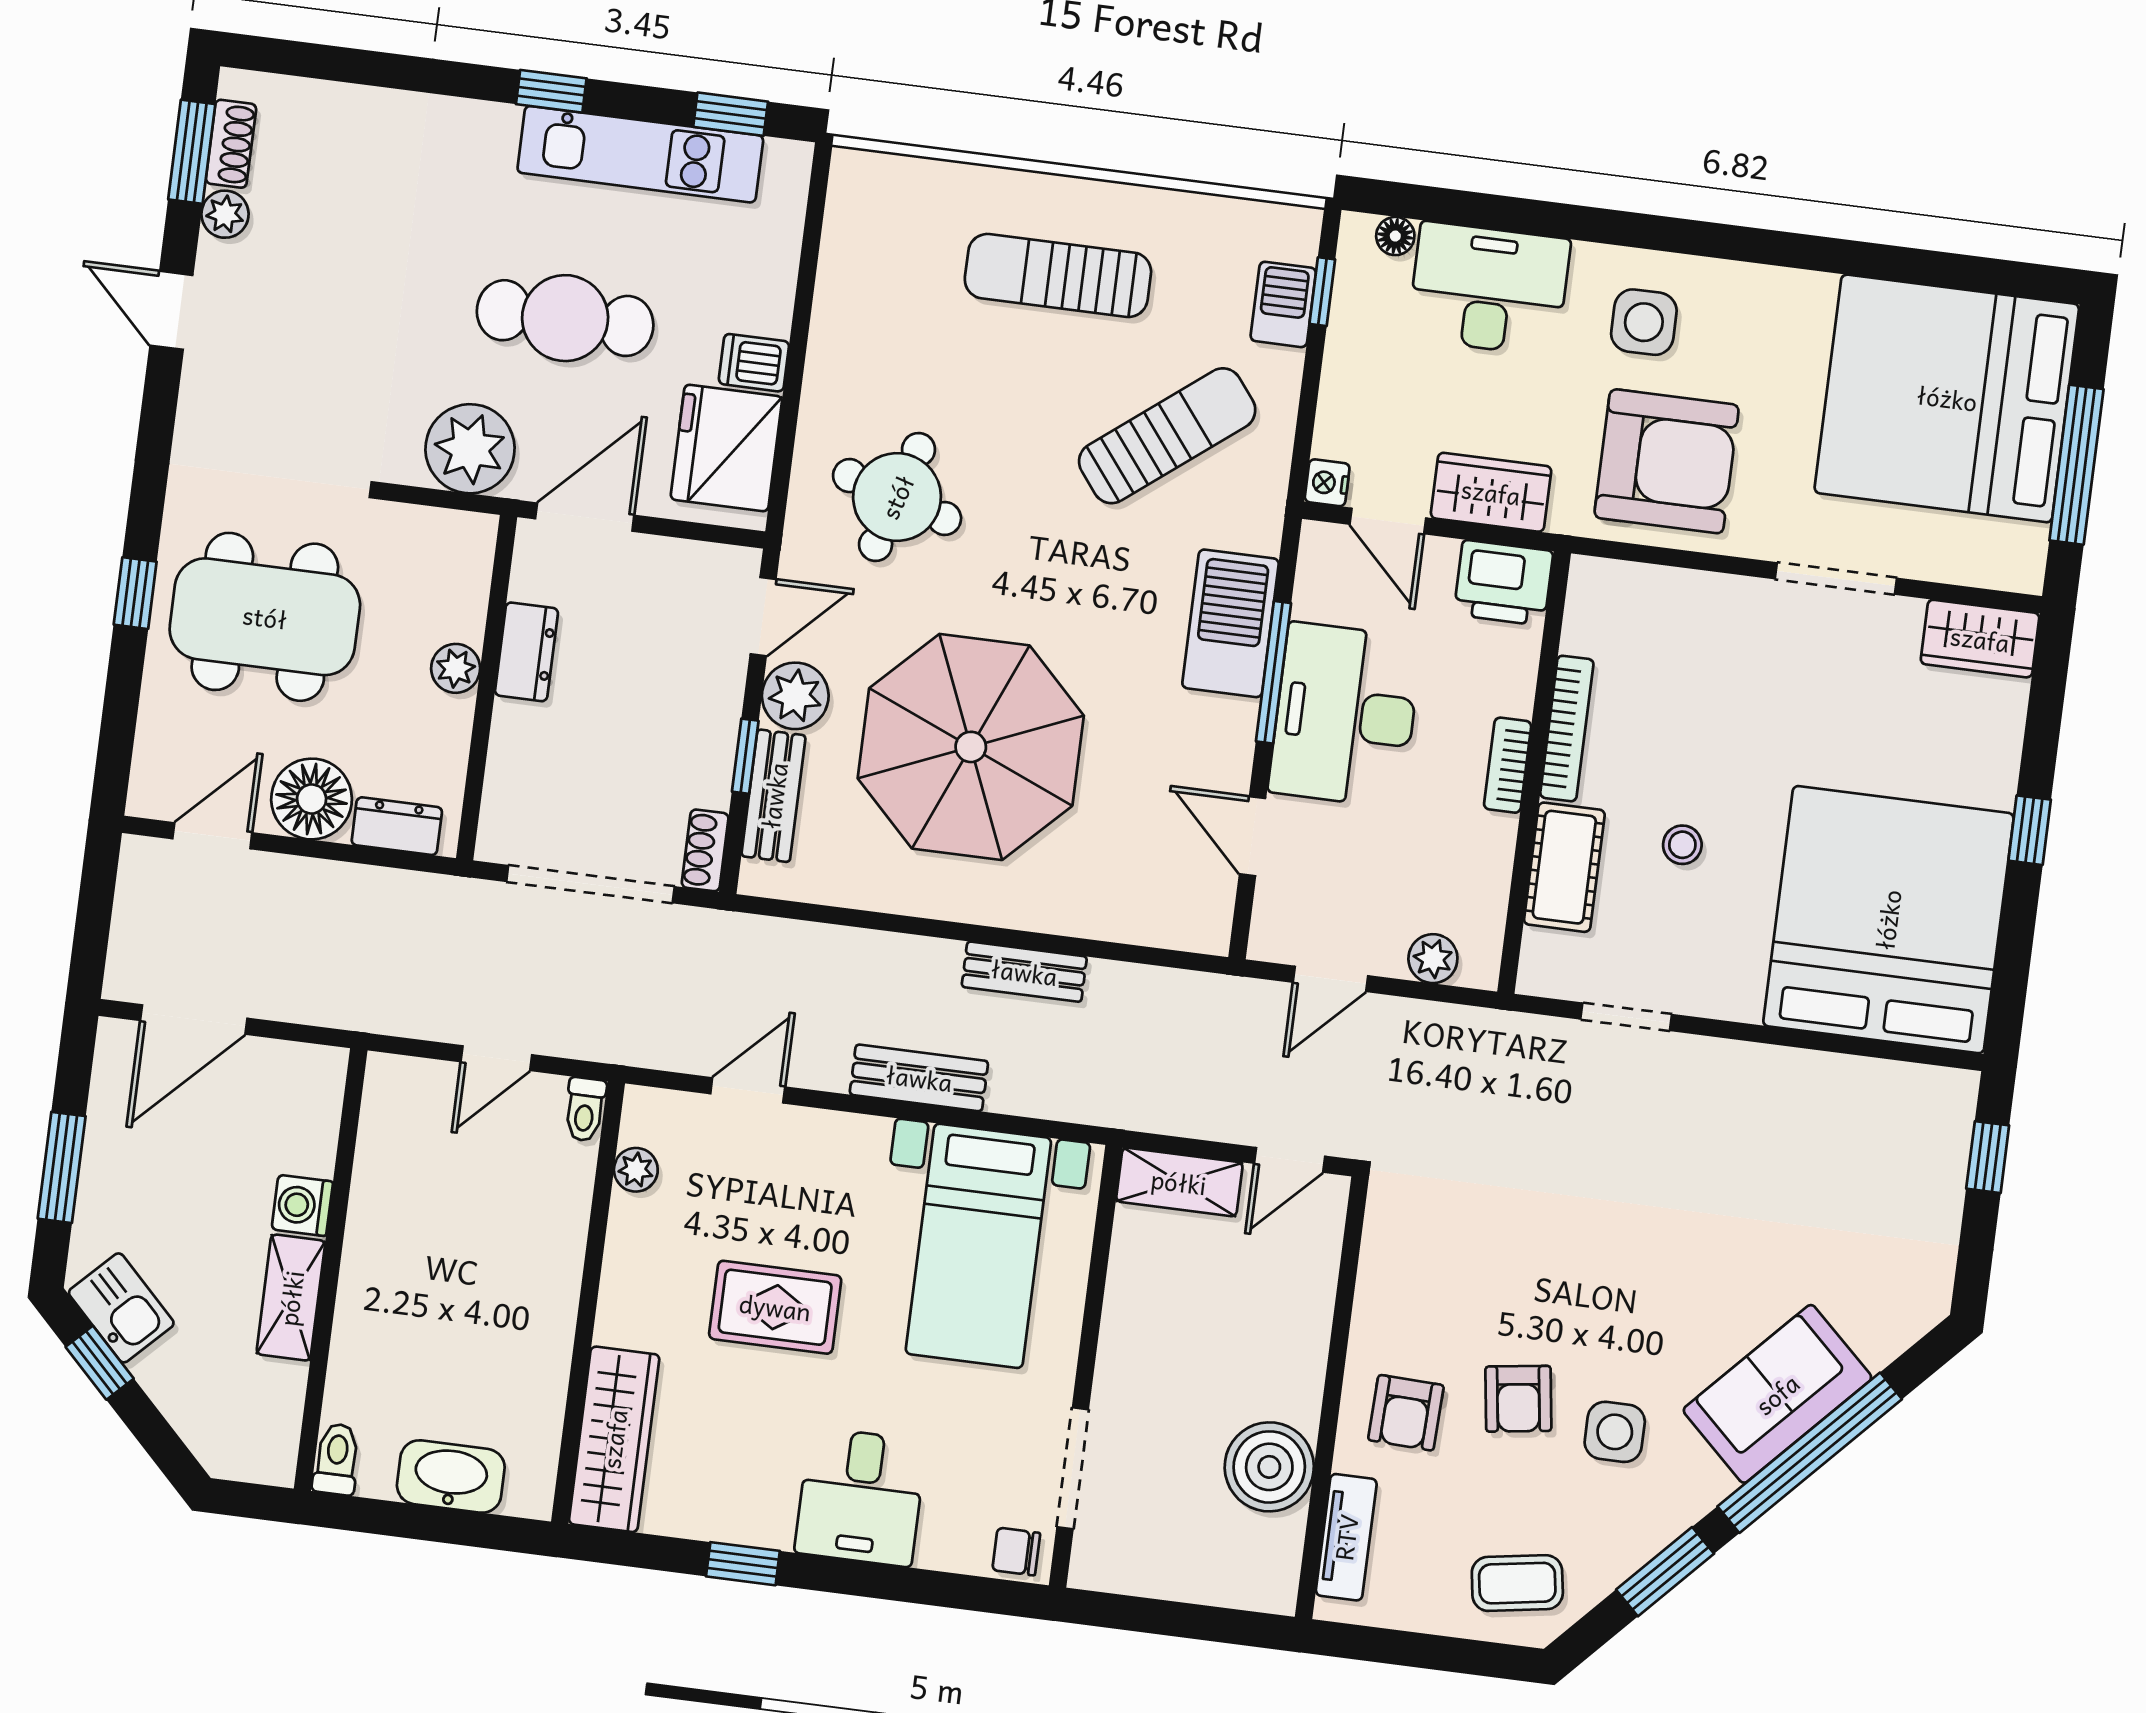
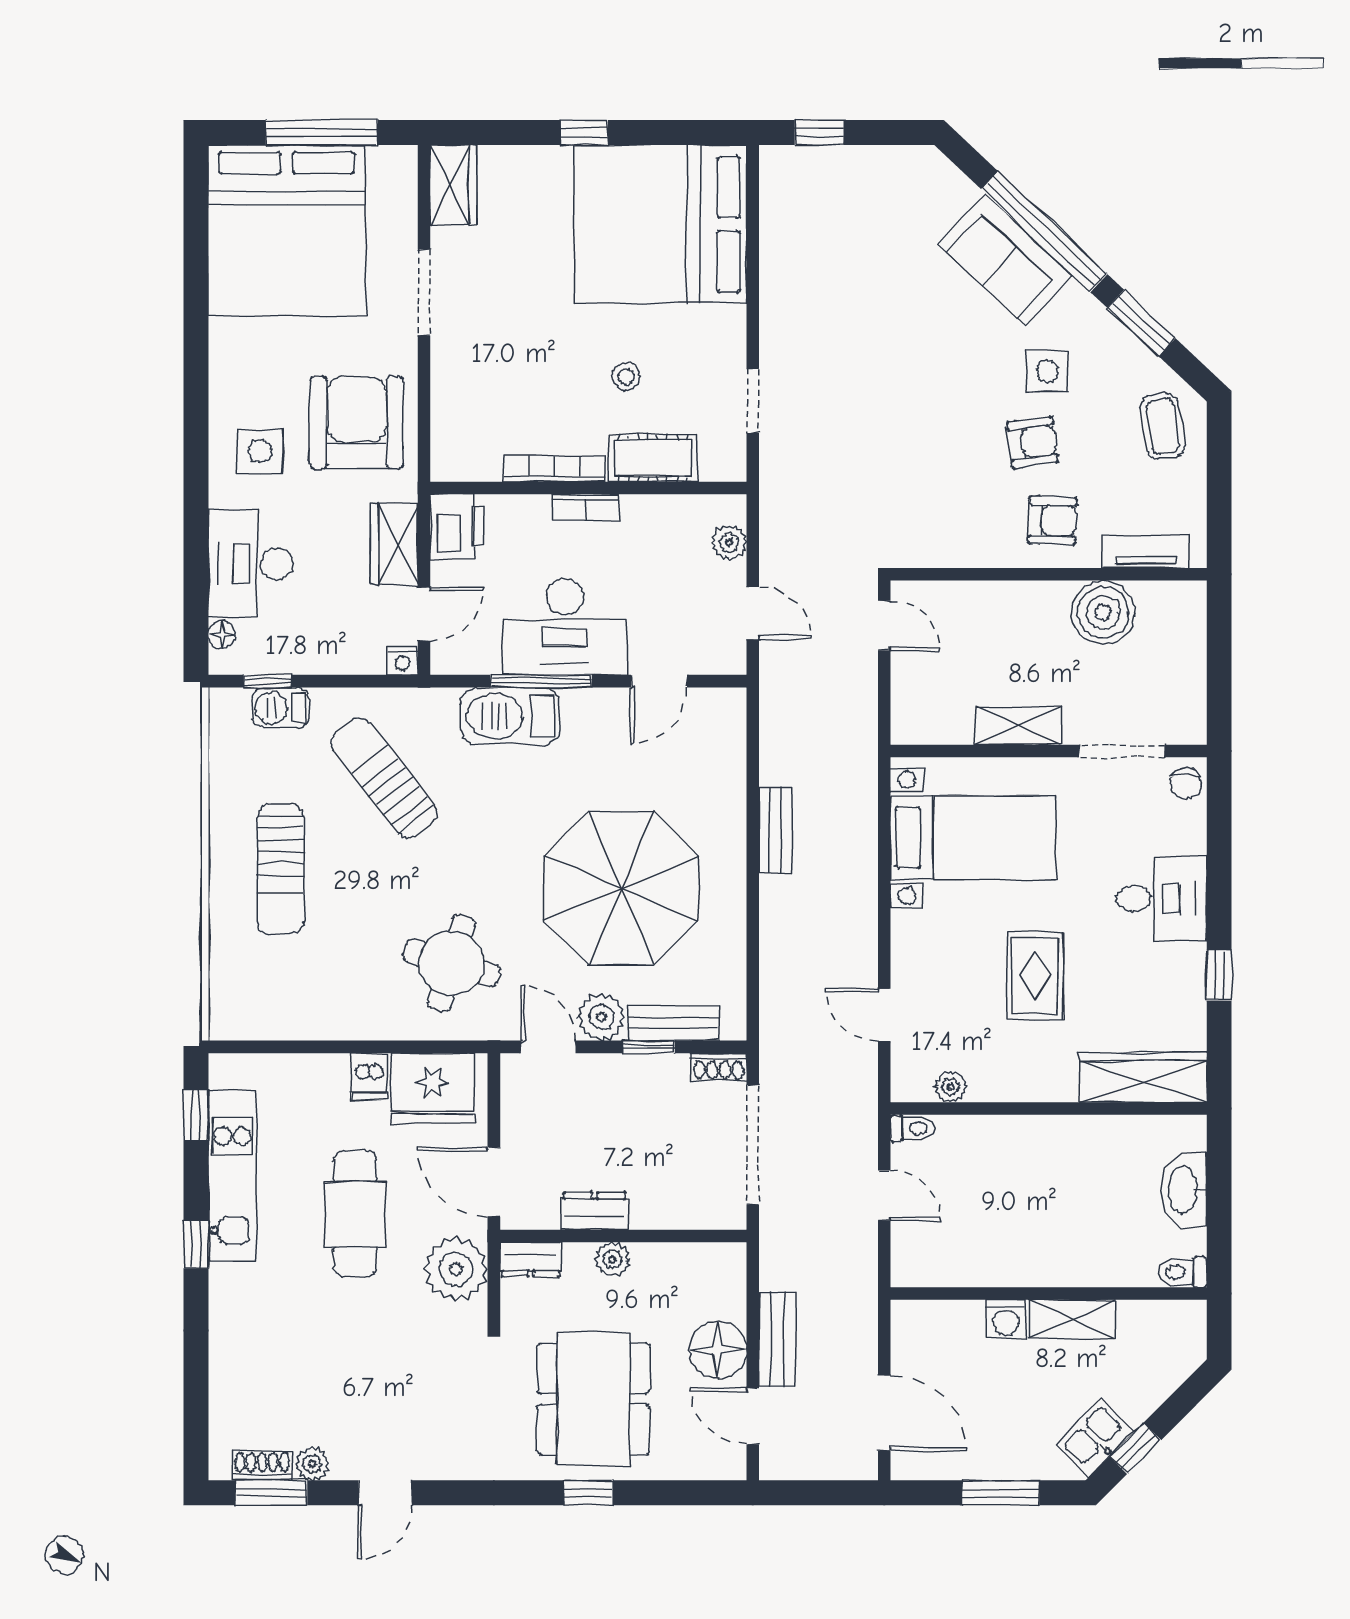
dresser: (397, 826) -> (531, 1259), moved, turned -90
bench: (919, 1078) -> (777, 1340), moved
shelving: (1179, 1182) -> (1018, 725), moved, turned 90

